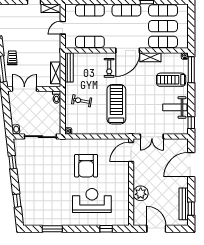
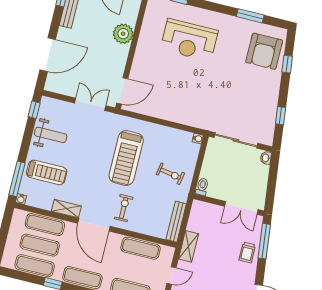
door: (128, 50) -> (94, 225), swing flipped
shelving: (56, 73) -> (188, 246), moved
armchair: (86, 166) -> (264, 51), moved, turned 180

